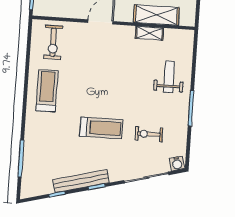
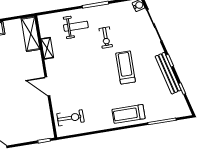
shelving: (156, 15) -> (31, 34), moved
weight bench: (169, 77) -> (76, 26), turned 180
treadmill: (47, 91) -> (129, 114), moved
exercise bike: (149, 134) -> (106, 38), moved

